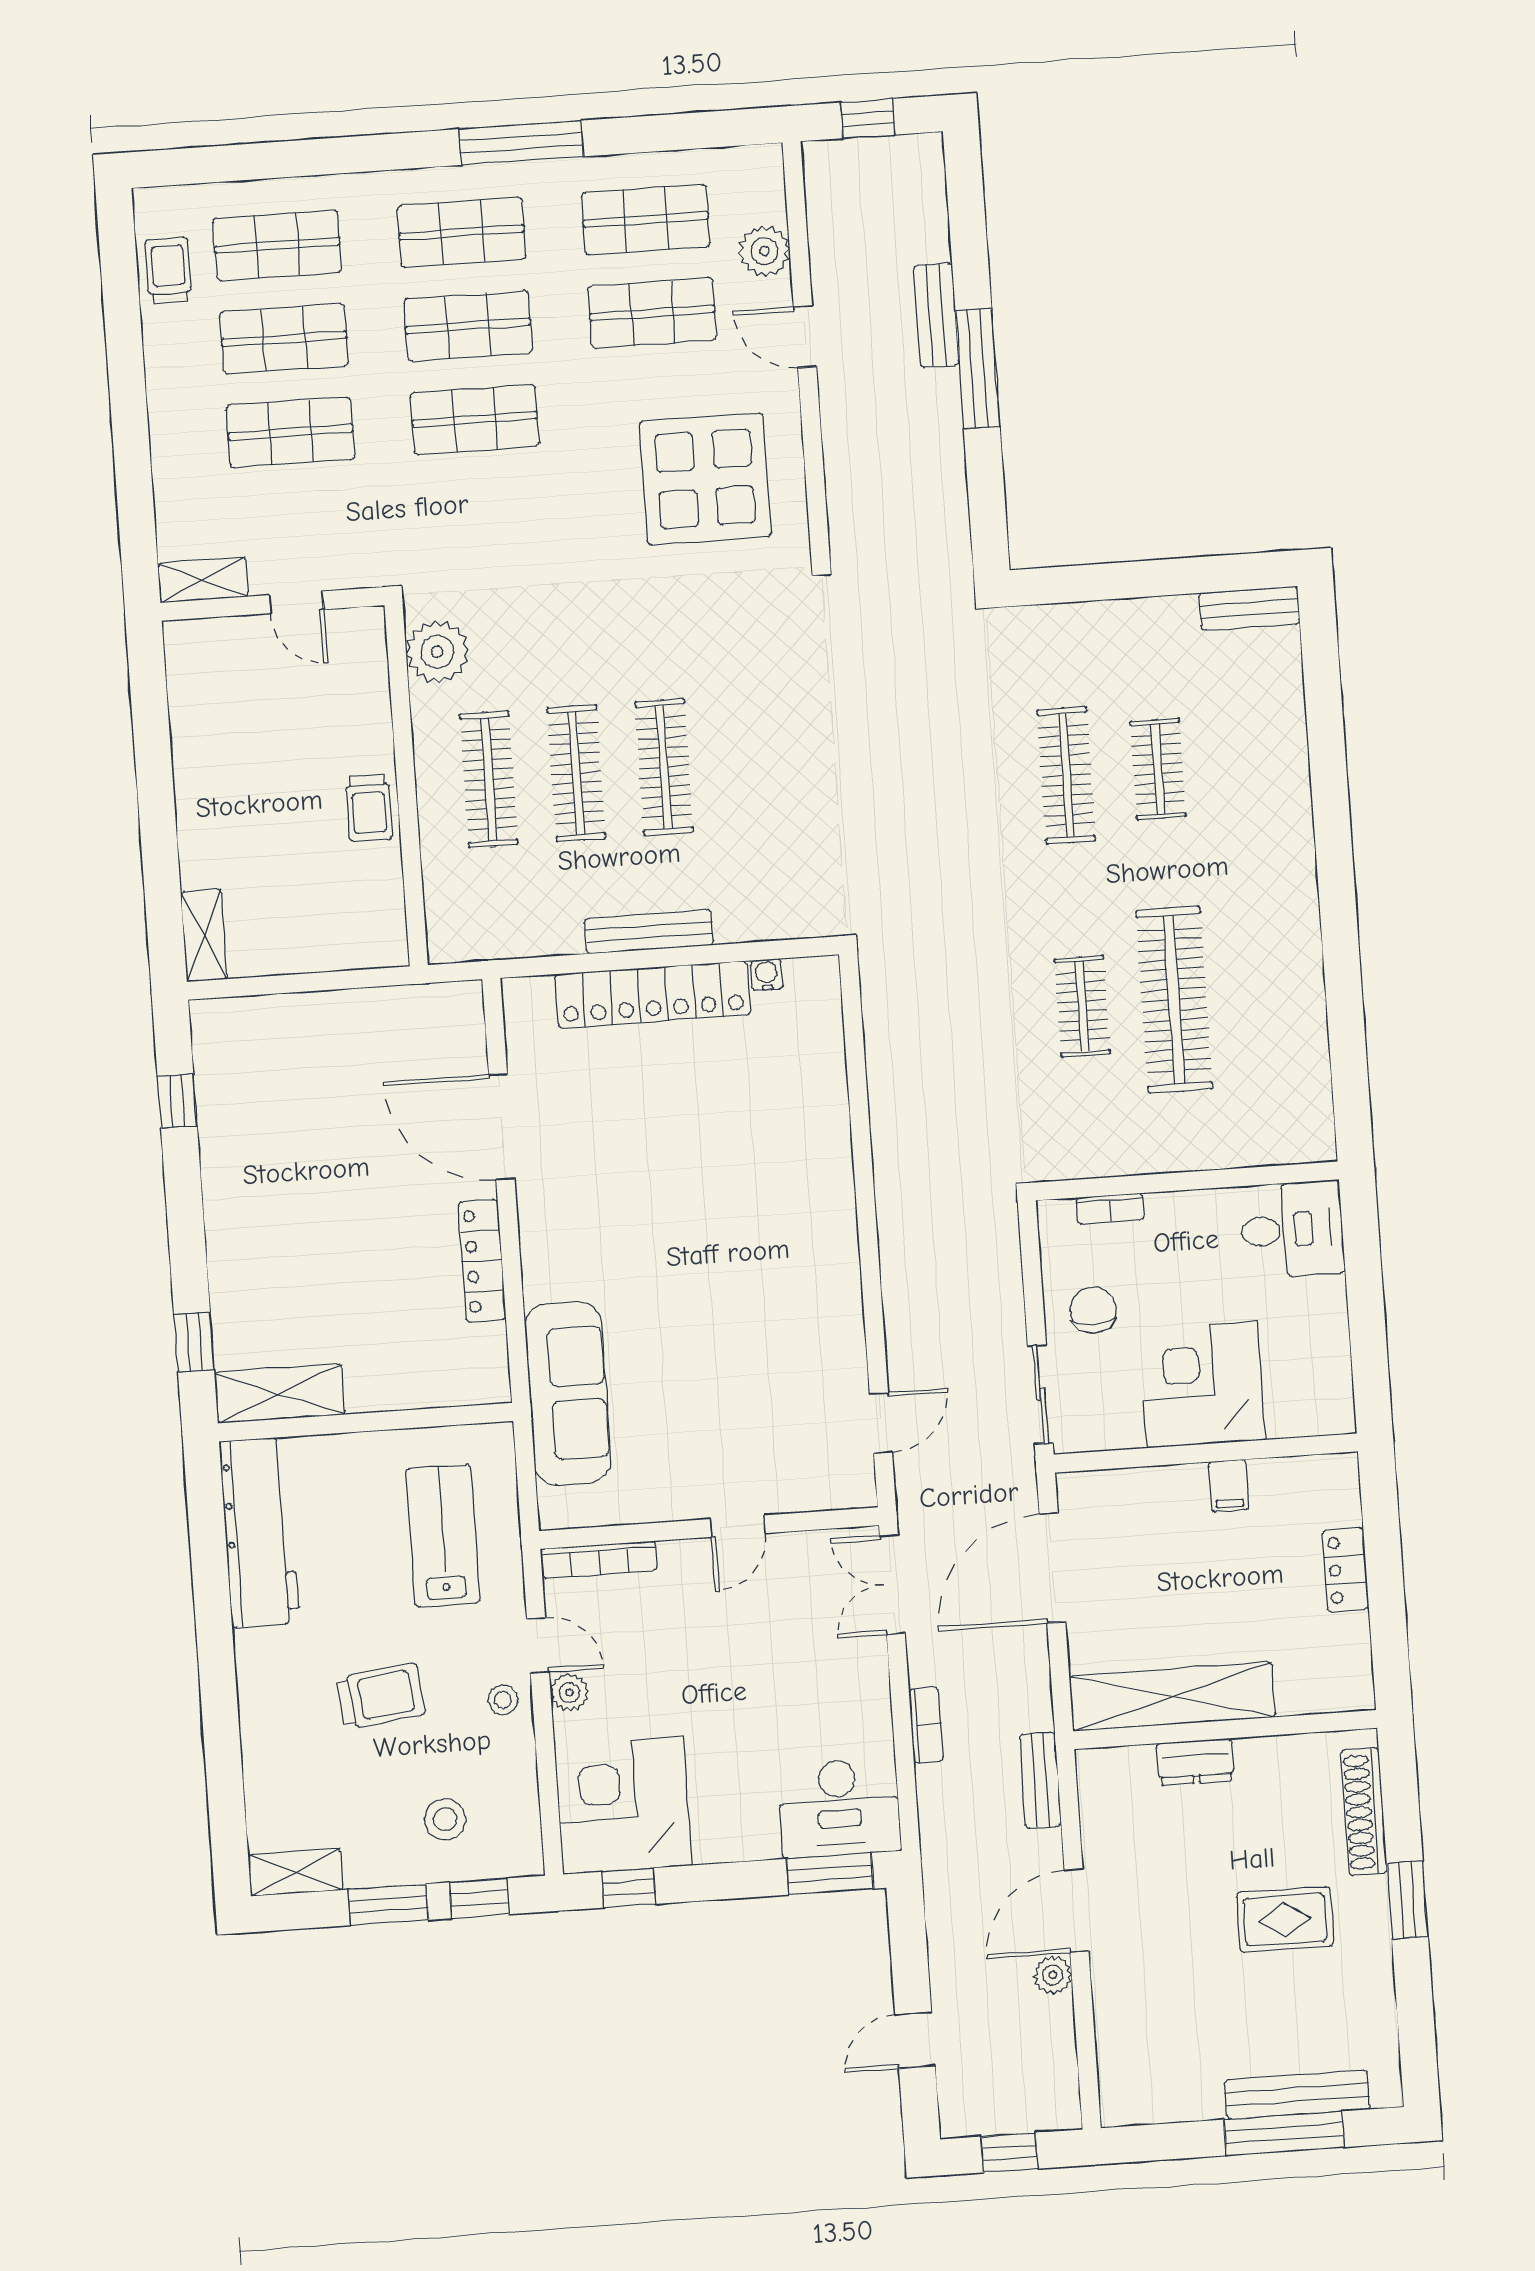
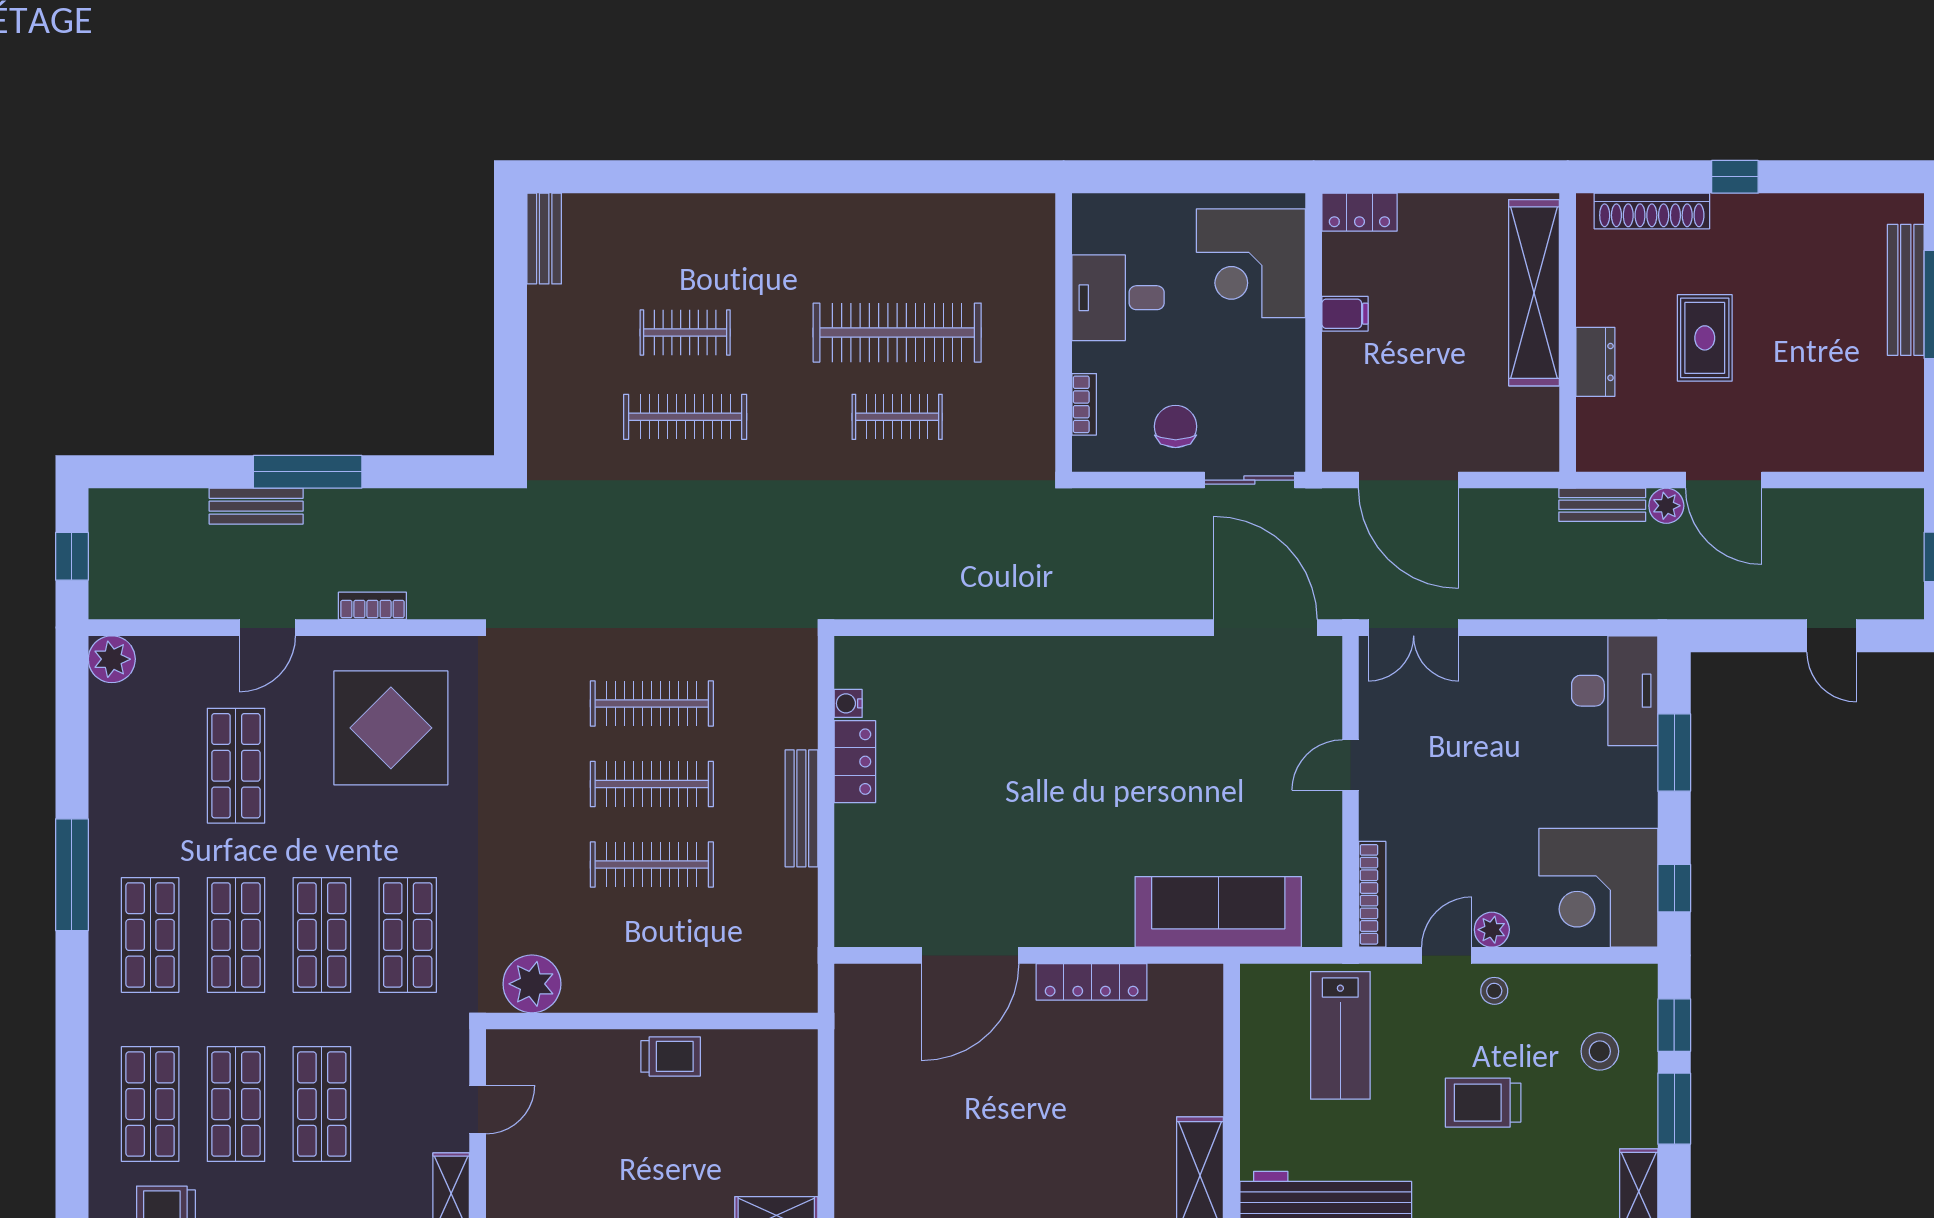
shop shelf: (646, 220) -> (408, 935), moved
plant: (764, 251) -> (112, 659), moved
clothes rail: (489, 779) -> (652, 703), moved
locker: (653, 995) -> (855, 762), width x0.46, depth x0.83
desk: (1292, 1229) -> (1118, 298), moved, turned -90
chair: (1093, 1310) -> (1176, 426), turned 90
corner desk: (1202, 1385) -> (1251, 263), moved
door: (881, 1423) -> (1265, 628), width x1.87
door: (738, 1526) -> (1350, 765), swing flipped
lab bench: (443, 1536) -> (1340, 1035), turned -90
locker: (1346, 1570) -> (1359, 212), moved
trolley: (380, 1696) -> (1483, 1103), turned -83
shelving: (1172, 1697) -> (1534, 293), moved
bookcase: (926, 1725) -> (372, 606), moved
window: (830, 1874) -> (1674, 753), moved
window: (1407, 1900) -> (1735, 177), width x0.67
rug: (1285, 1920) -> (1705, 338), moved
plant: (1053, 1975) -> (1666, 506), moved

